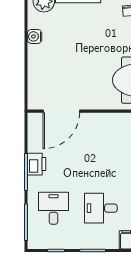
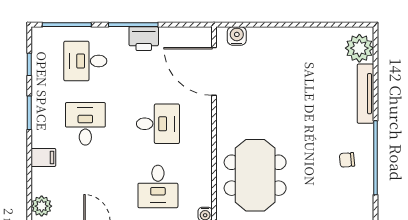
water cooler: (35, 36) -> (237, 36), moved
desk: (101, 153) -> (158, 124), added
desk: (54, 208) -> (85, 61), turned 180

